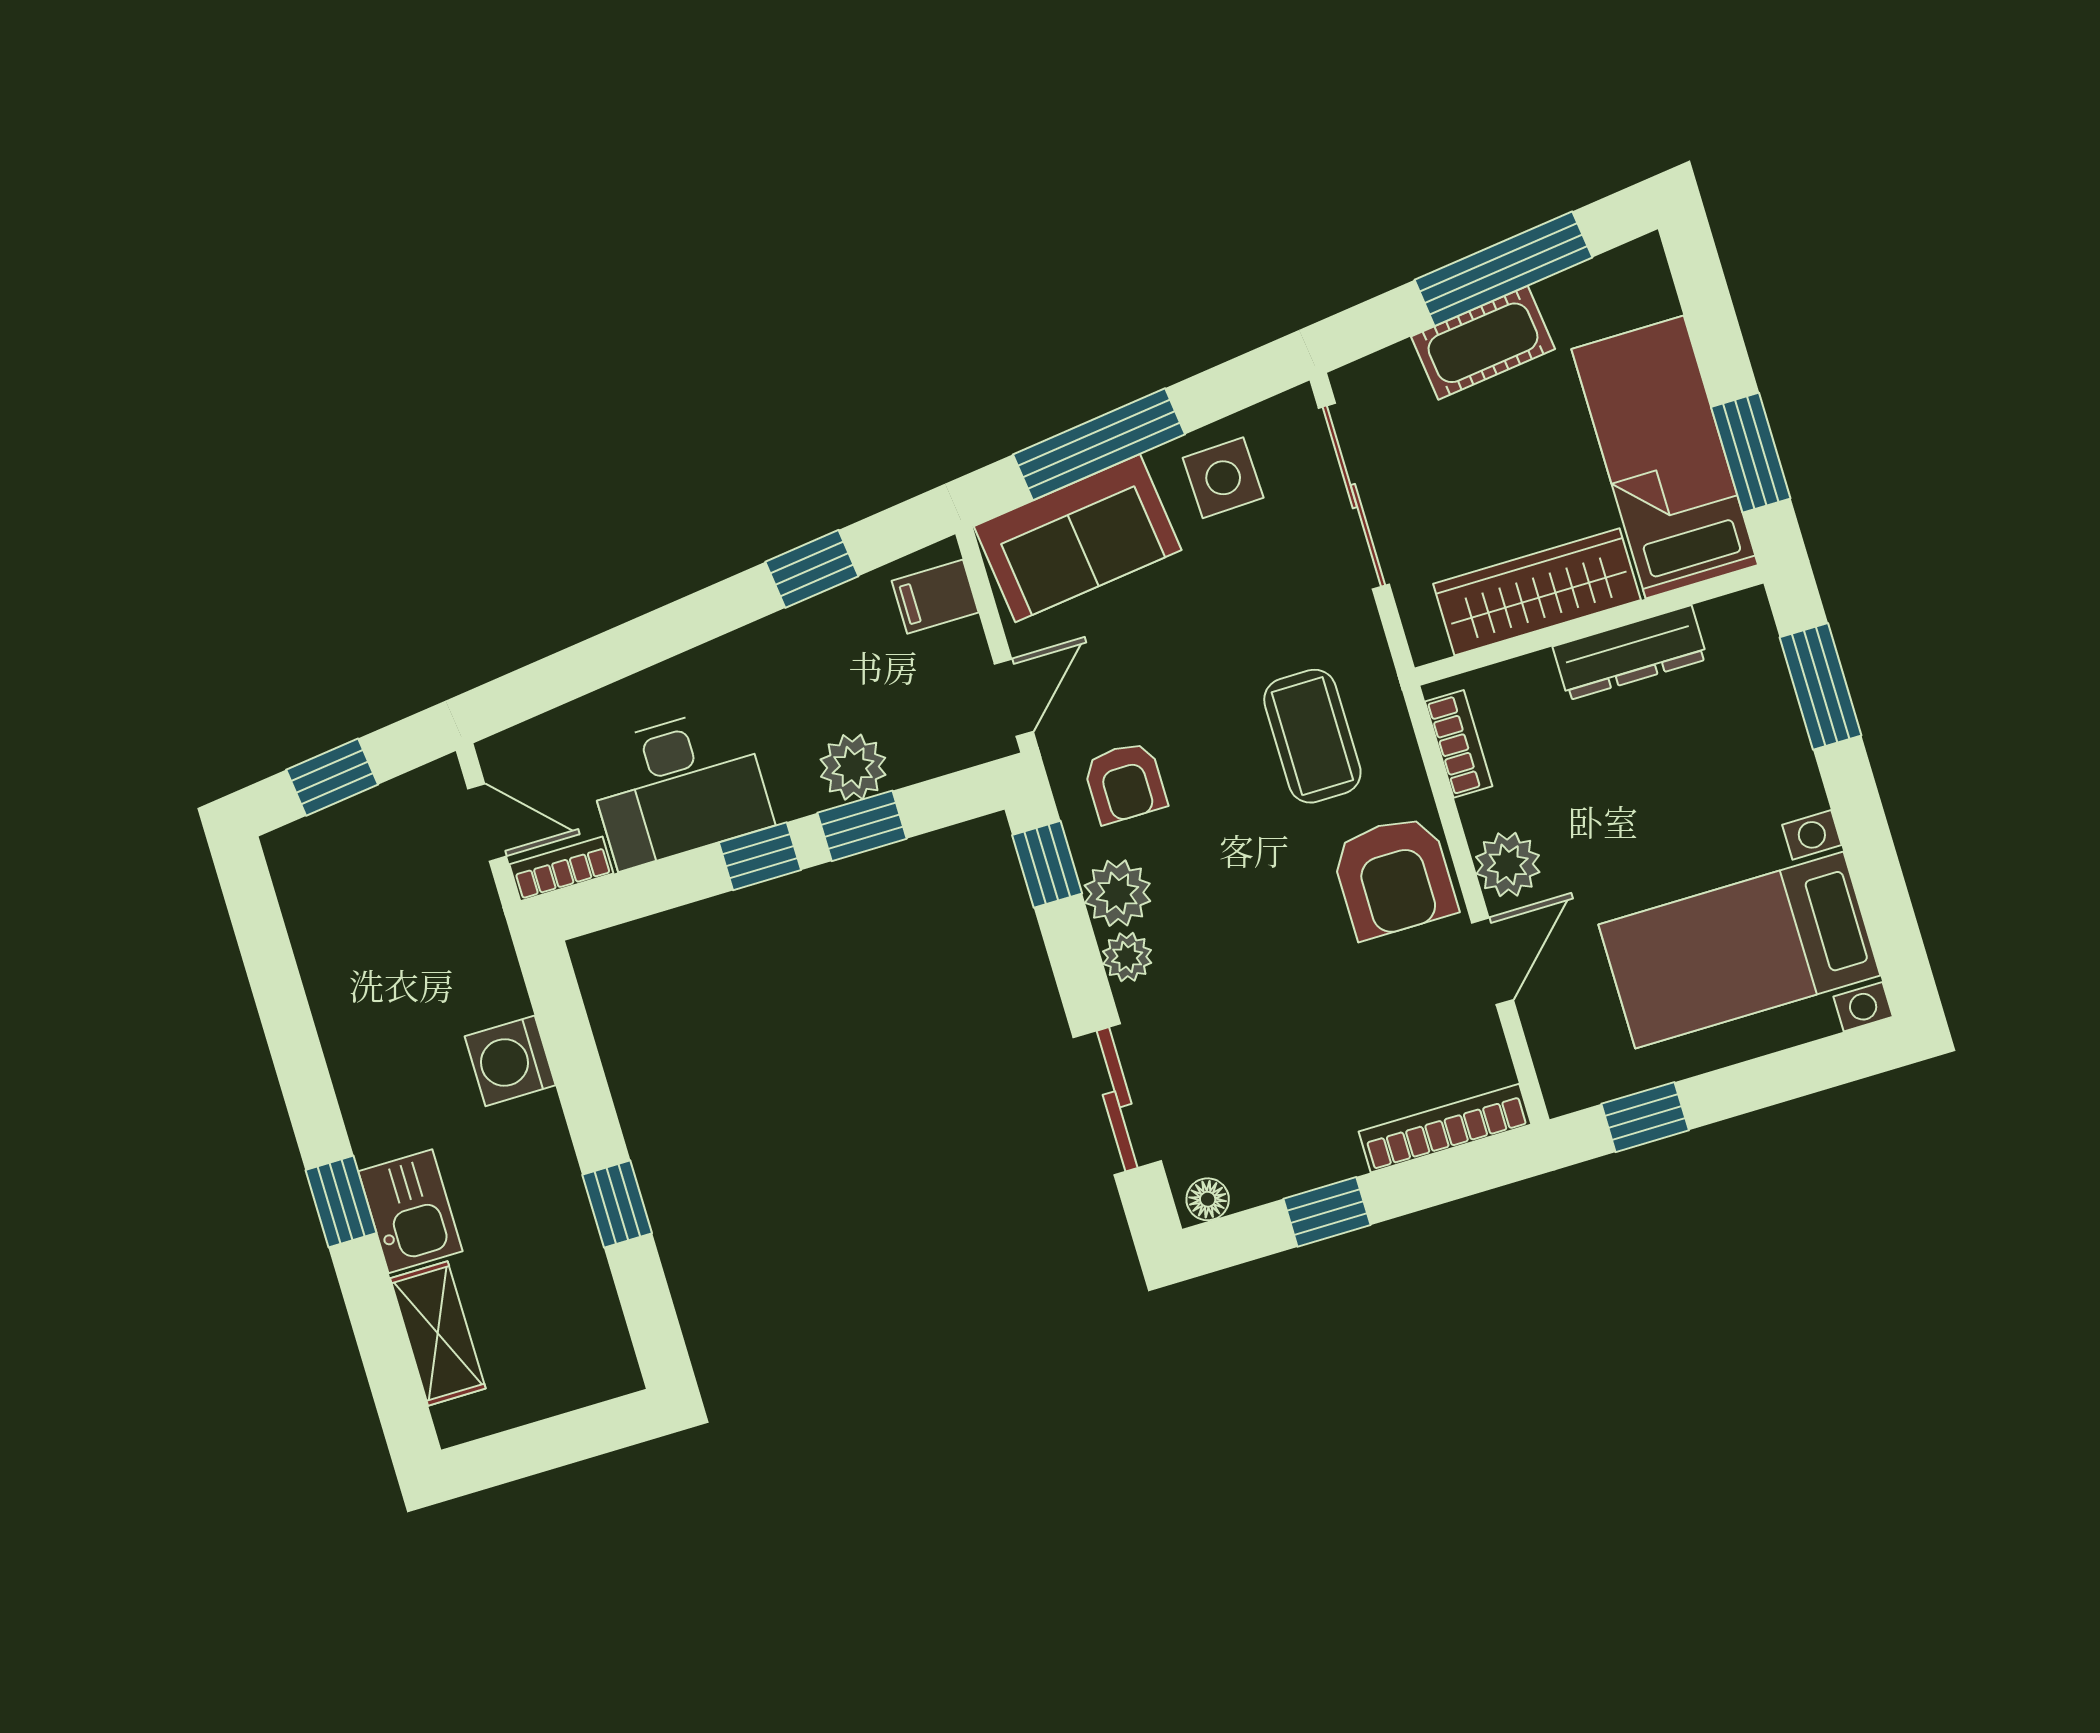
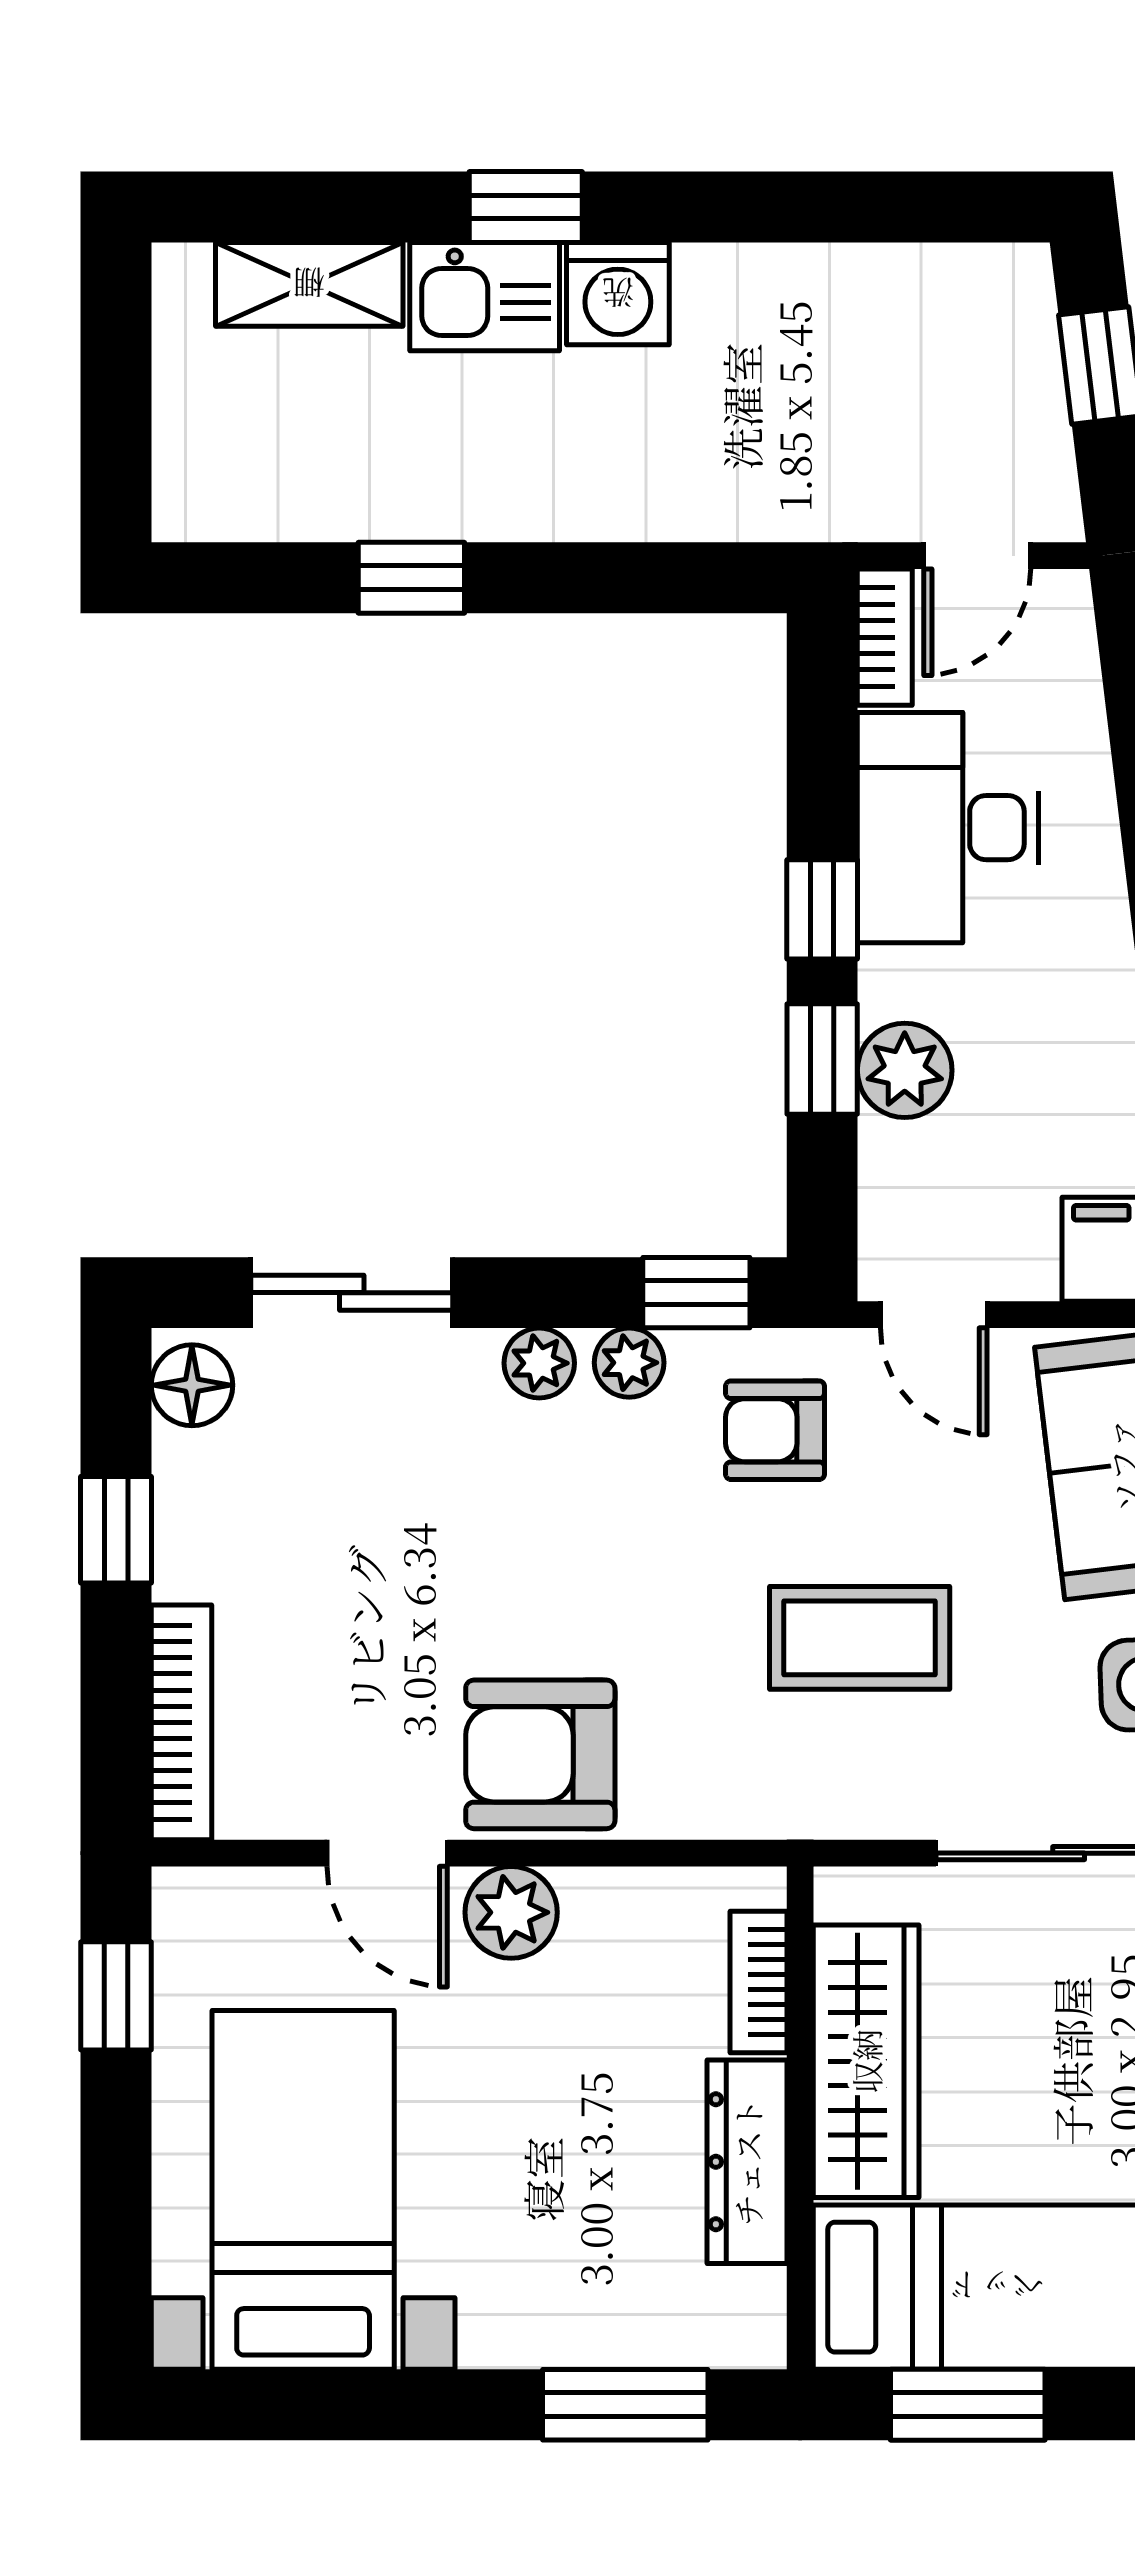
coffee table: (1312, 736) -> (860, 1638), moved
bookcase: (1459, 744) -> (759, 1982), moved, turned 90
plant: (1117, 893) -> (629, 1363), width x0.73, depth x0.73
washing machine: (510, 1061) -> (618, 294), moved, turned 180
floor lamp: (1208, 1199) -> (192, 1385), width x1.37, depth x1.37

